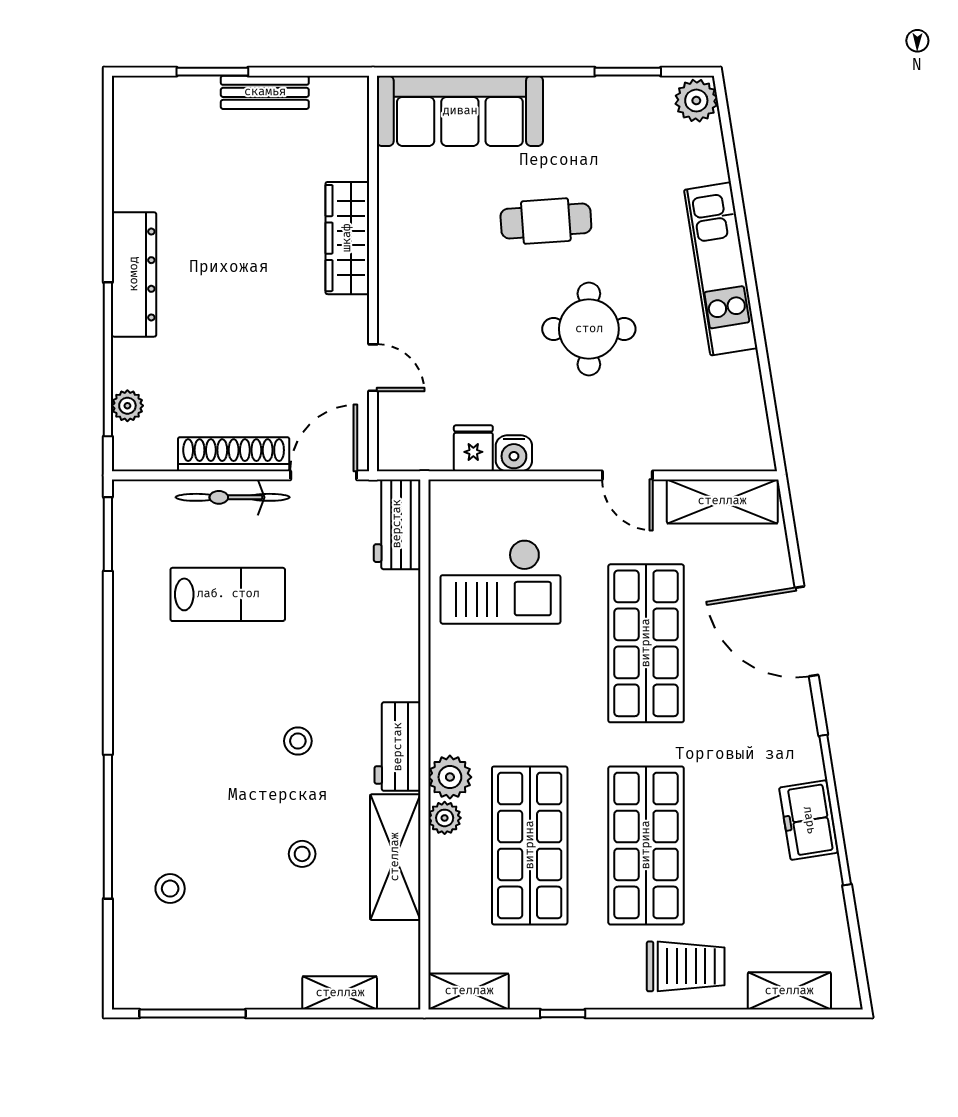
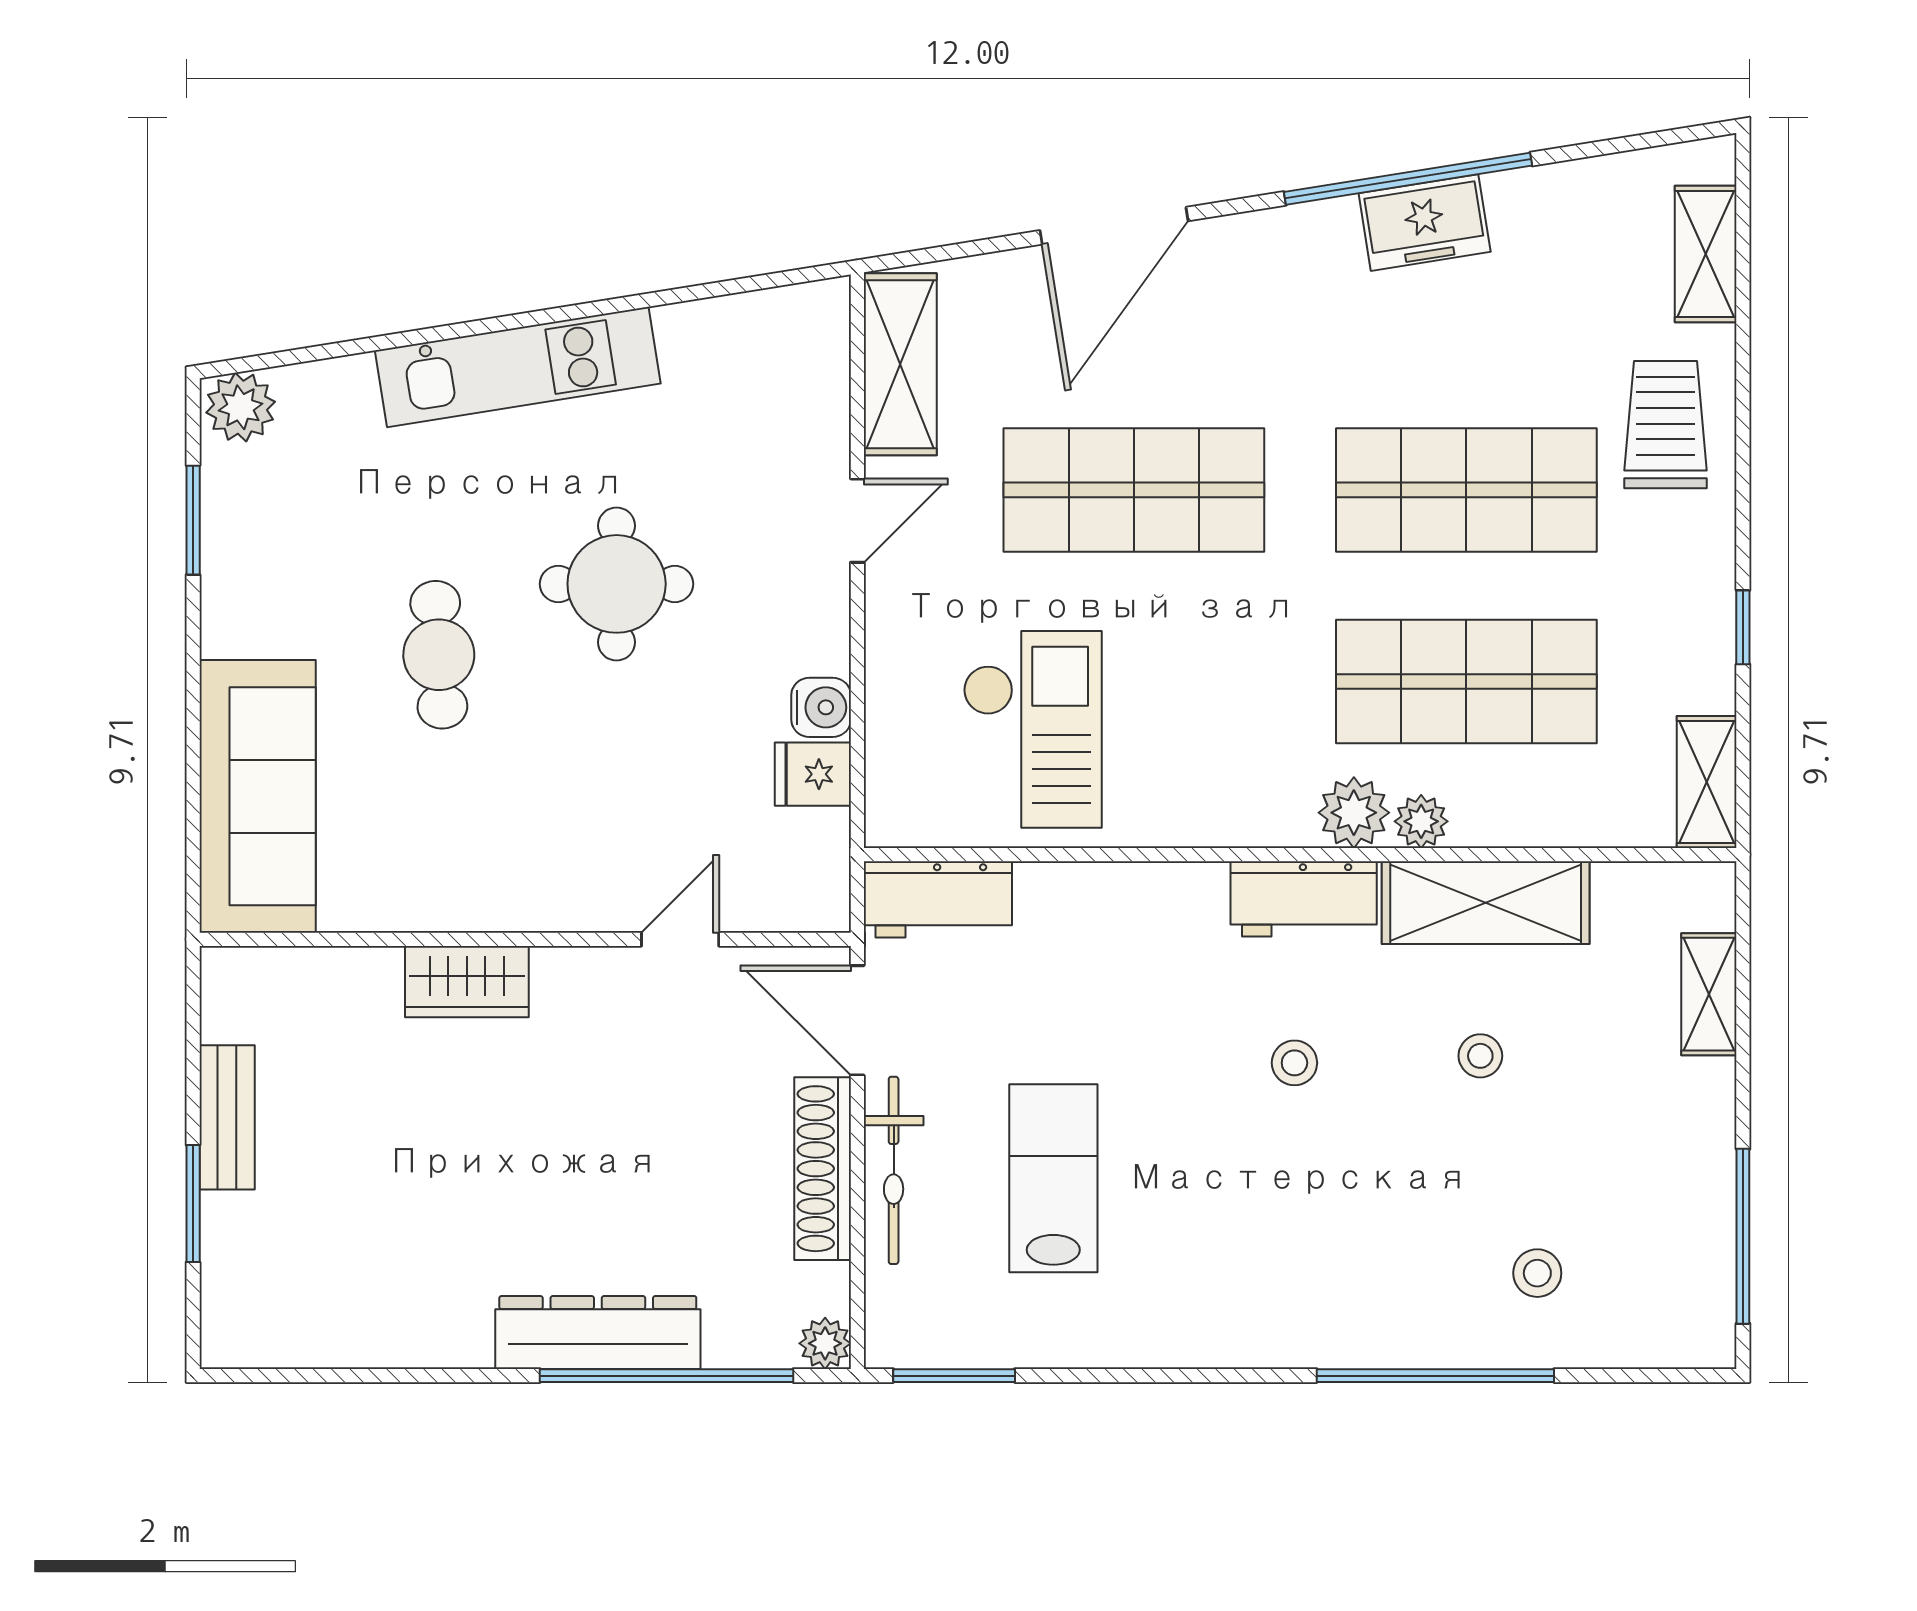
wardrobe: (347, 238) -> (467, 982), width x0.67
dresser: (134, 274) -> (598, 1333), moved
plant: (127, 406) -> (825, 1343), moved

